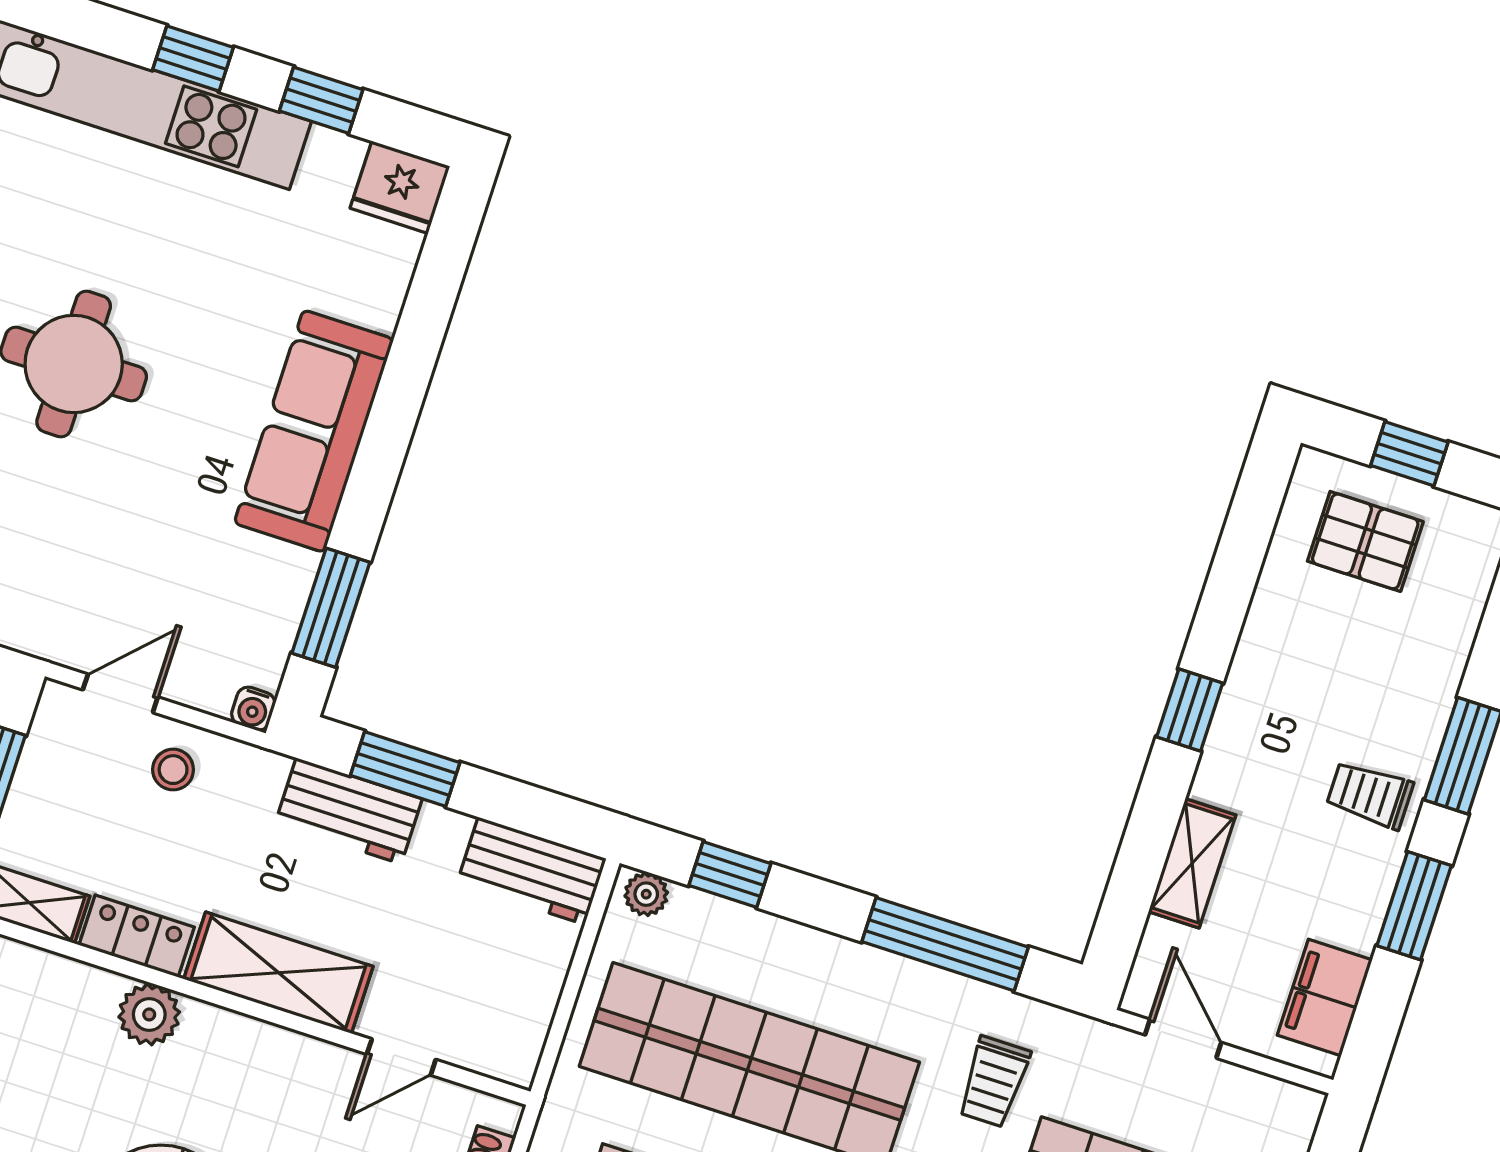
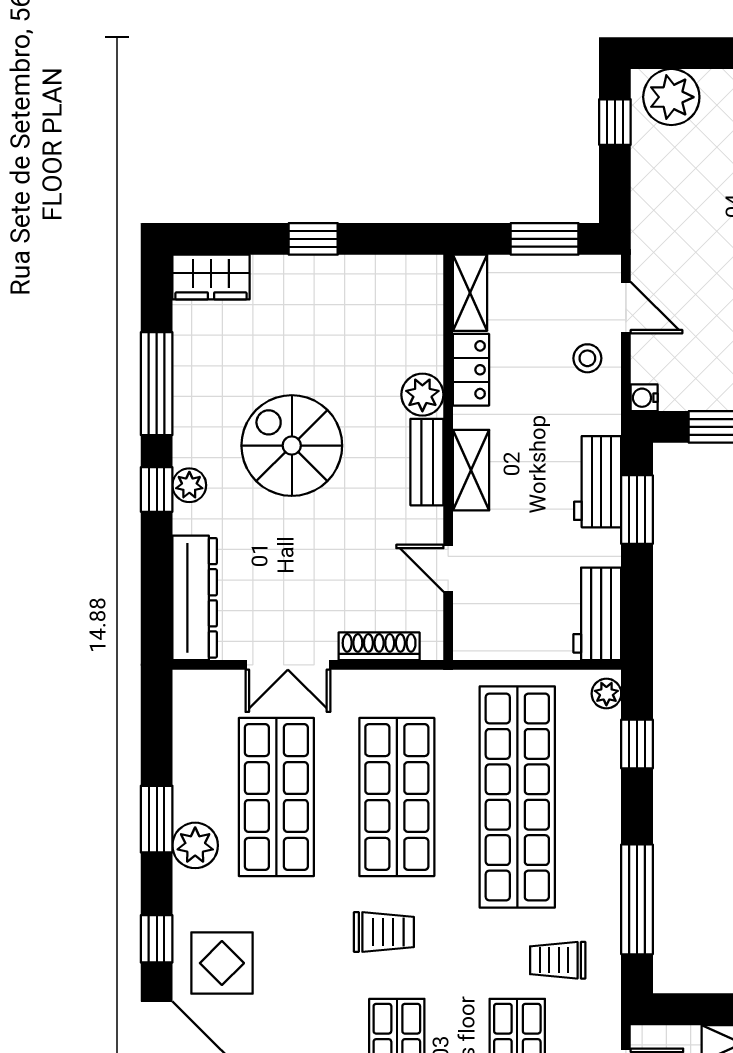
shelving: (278, 973) -> (471, 470), width x0.67, depth x0.75
bench: (245, 1039) -> (427, 462), added

